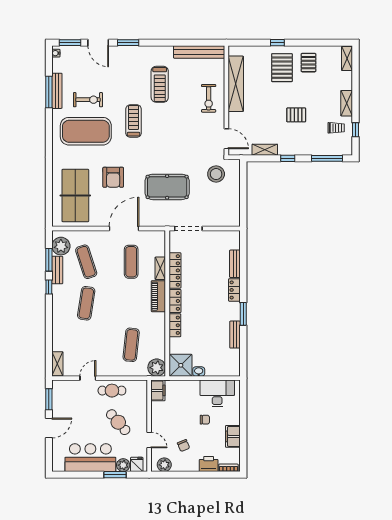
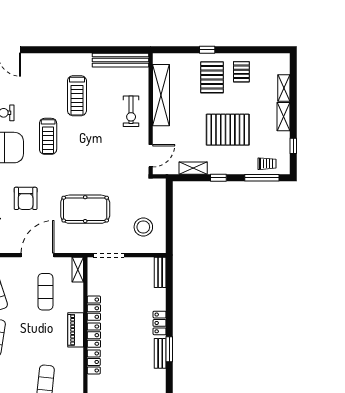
window: (128, 43) -> (42, 50), removed
shelving: (347, 58) -> (284, 88), moved
pallet: (296, 115) -> (228, 130), width x2.05, depth x2.00
treadmill: (134, 121) -> (48, 136), turned 180
trolley: (336, 128) -> (267, 164), moved
door: (226, 139) -> (151, 156), hinge flipped
stool: (216, 174) -> (143, 227), moved
bench: (235, 264) -> (160, 272), moved
shelving: (160, 268) -> (78, 270), moved
locker: (175, 270) -> (94, 308), width x0.66
bench: (235, 335) -> (160, 353), moved

